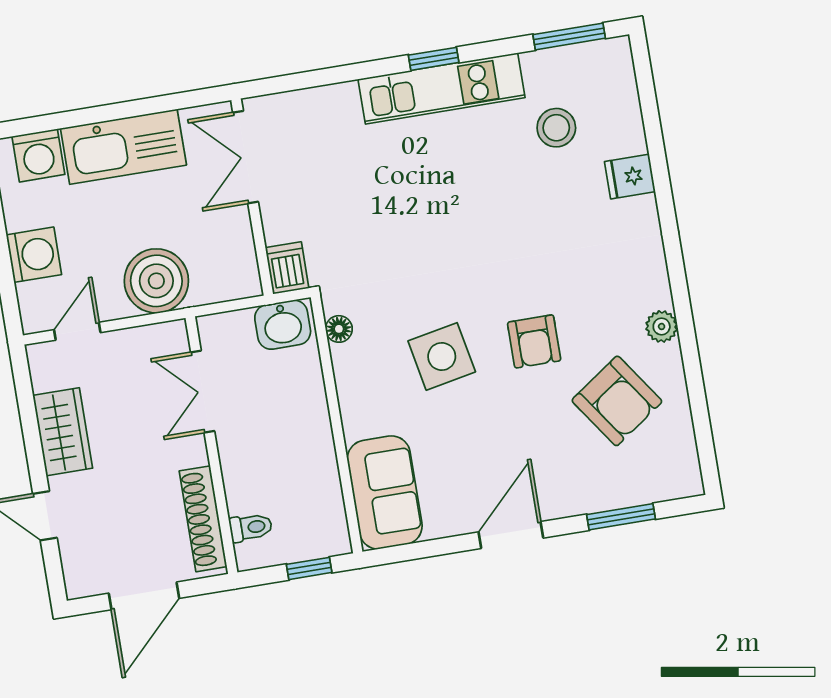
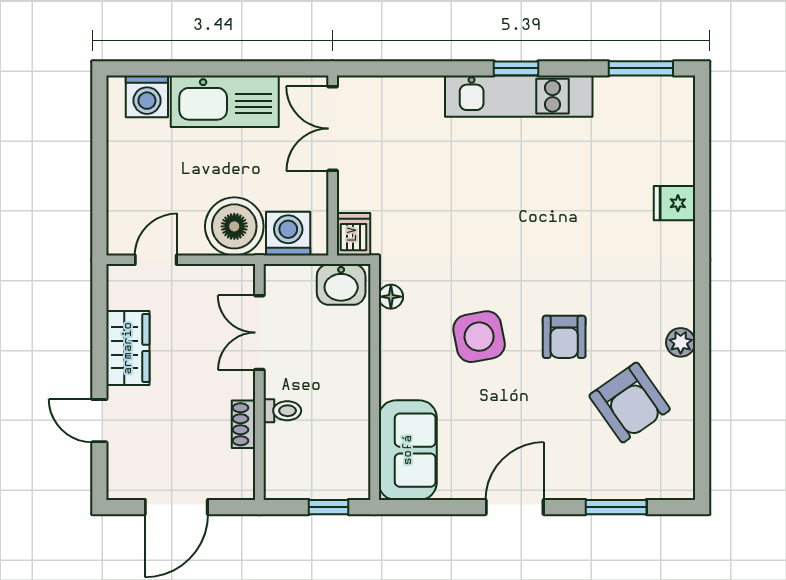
stool: (556, 128) -> (616, 148), removed
washing machine: (34, 255) -> (288, 234), moved, turned -90
shoe rack: (203, 519) -> (244, 424), width x0.51, depth x0.81
toilet: (251, 527) -> (282, 411), moved

